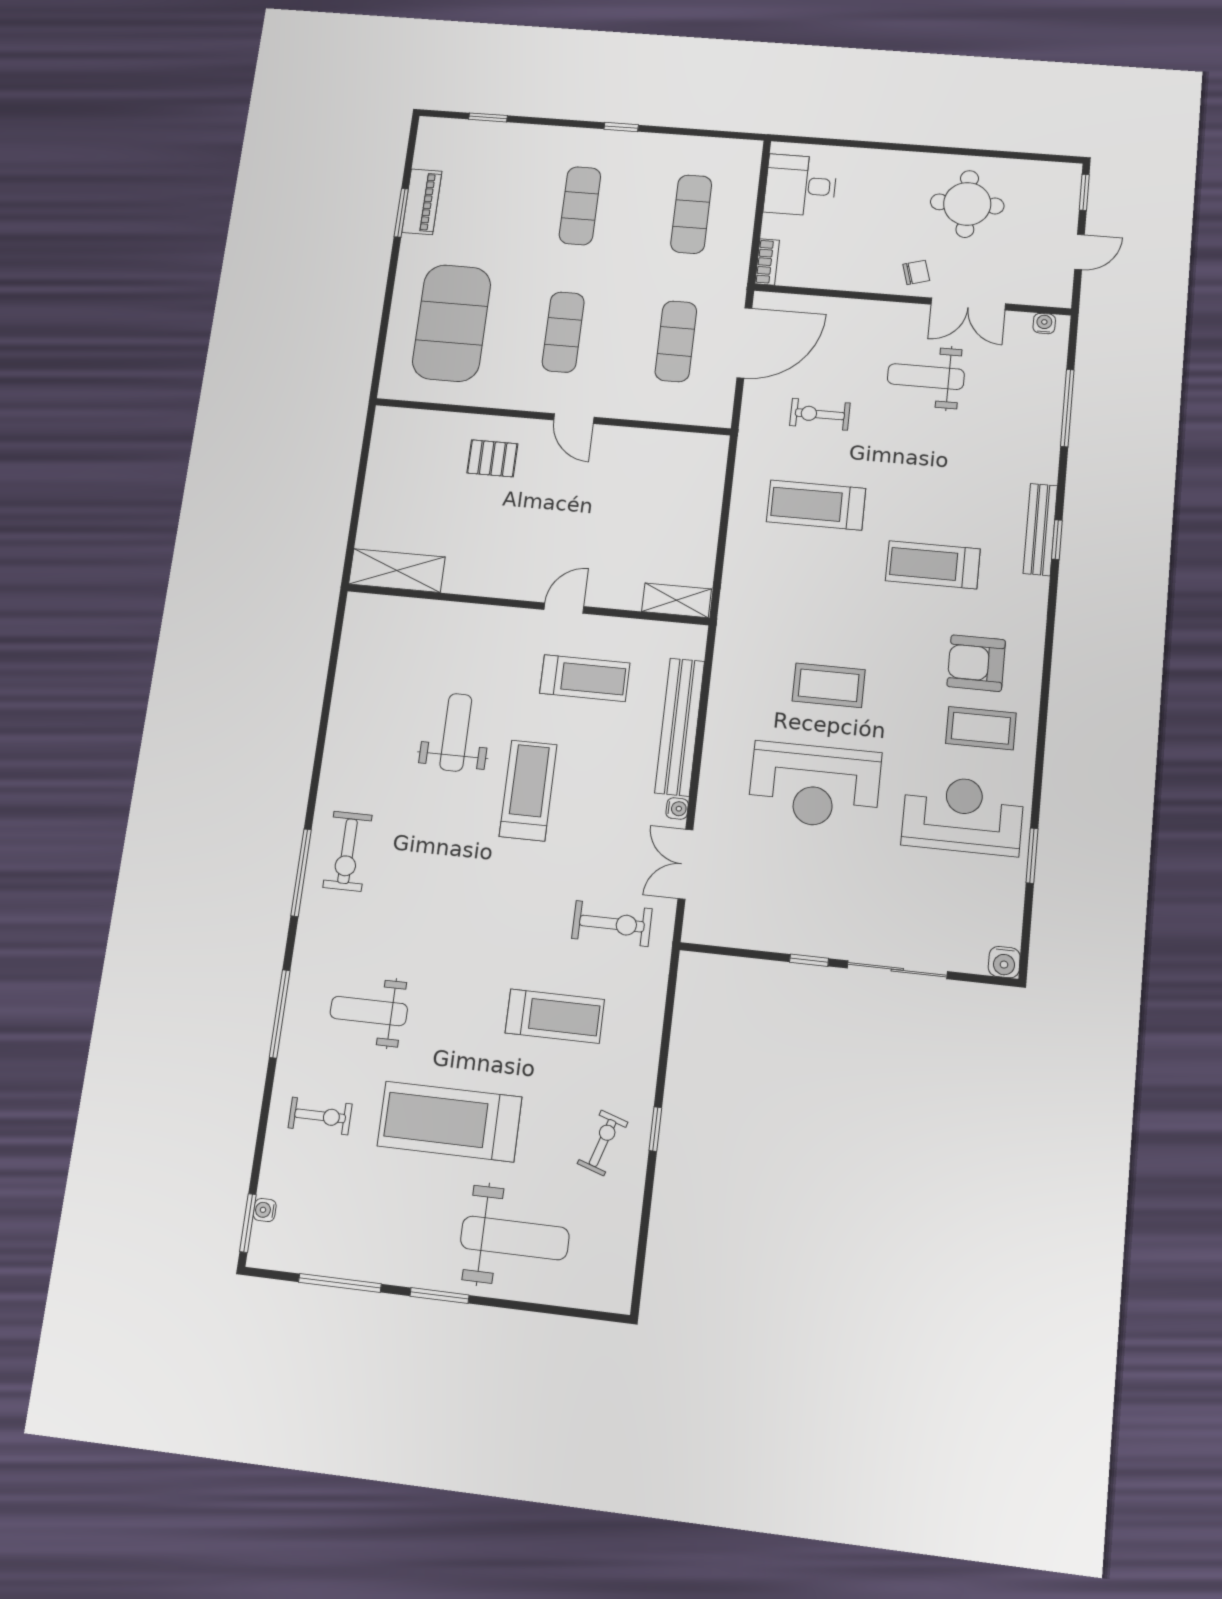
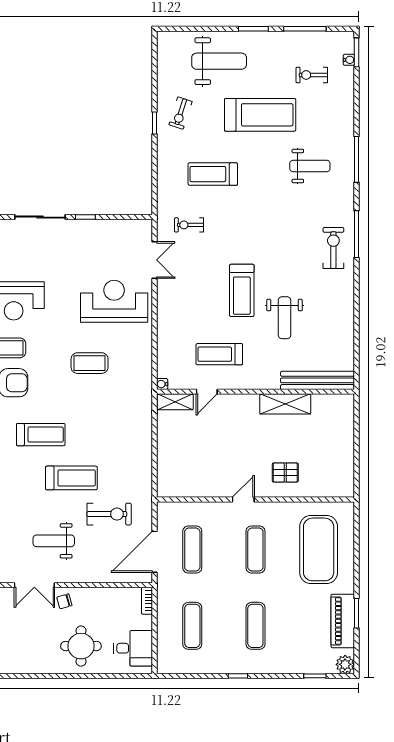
plant: (433, 132) -> (345, 664), added
piano: (422, 202) -> (343, 621), width x1.37, depth x1.33
round table: (967, 204) -> (81, 646), moved
double door: (968, 304) -> (34, 585), swing flipped
weight bench: (926, 377) -> (54, 541), turned 180
exercise bike: (820, 414) -> (109, 514), width x1.38, depth x1.39
door: (574, 419) -> (243, 500), hinge flipped
treadmill: (816, 505) -> (71, 478), moved
shelving: (397, 571) -> (285, 404), moved
door: (564, 608) -> (207, 392), moved
bench: (680, 727) -> (318, 380), moved, turned 90
reception desk: (815, 785) -> (114, 301), moved
water cooler: (677, 809) -> (162, 384), moved
exercise bike: (612, 924) -> (189, 225), width x0.73, depth x0.72
exercise bike: (320, 1116) -> (312, 75), moved
weight bench: (515, 1238) -> (219, 61), turned 180

